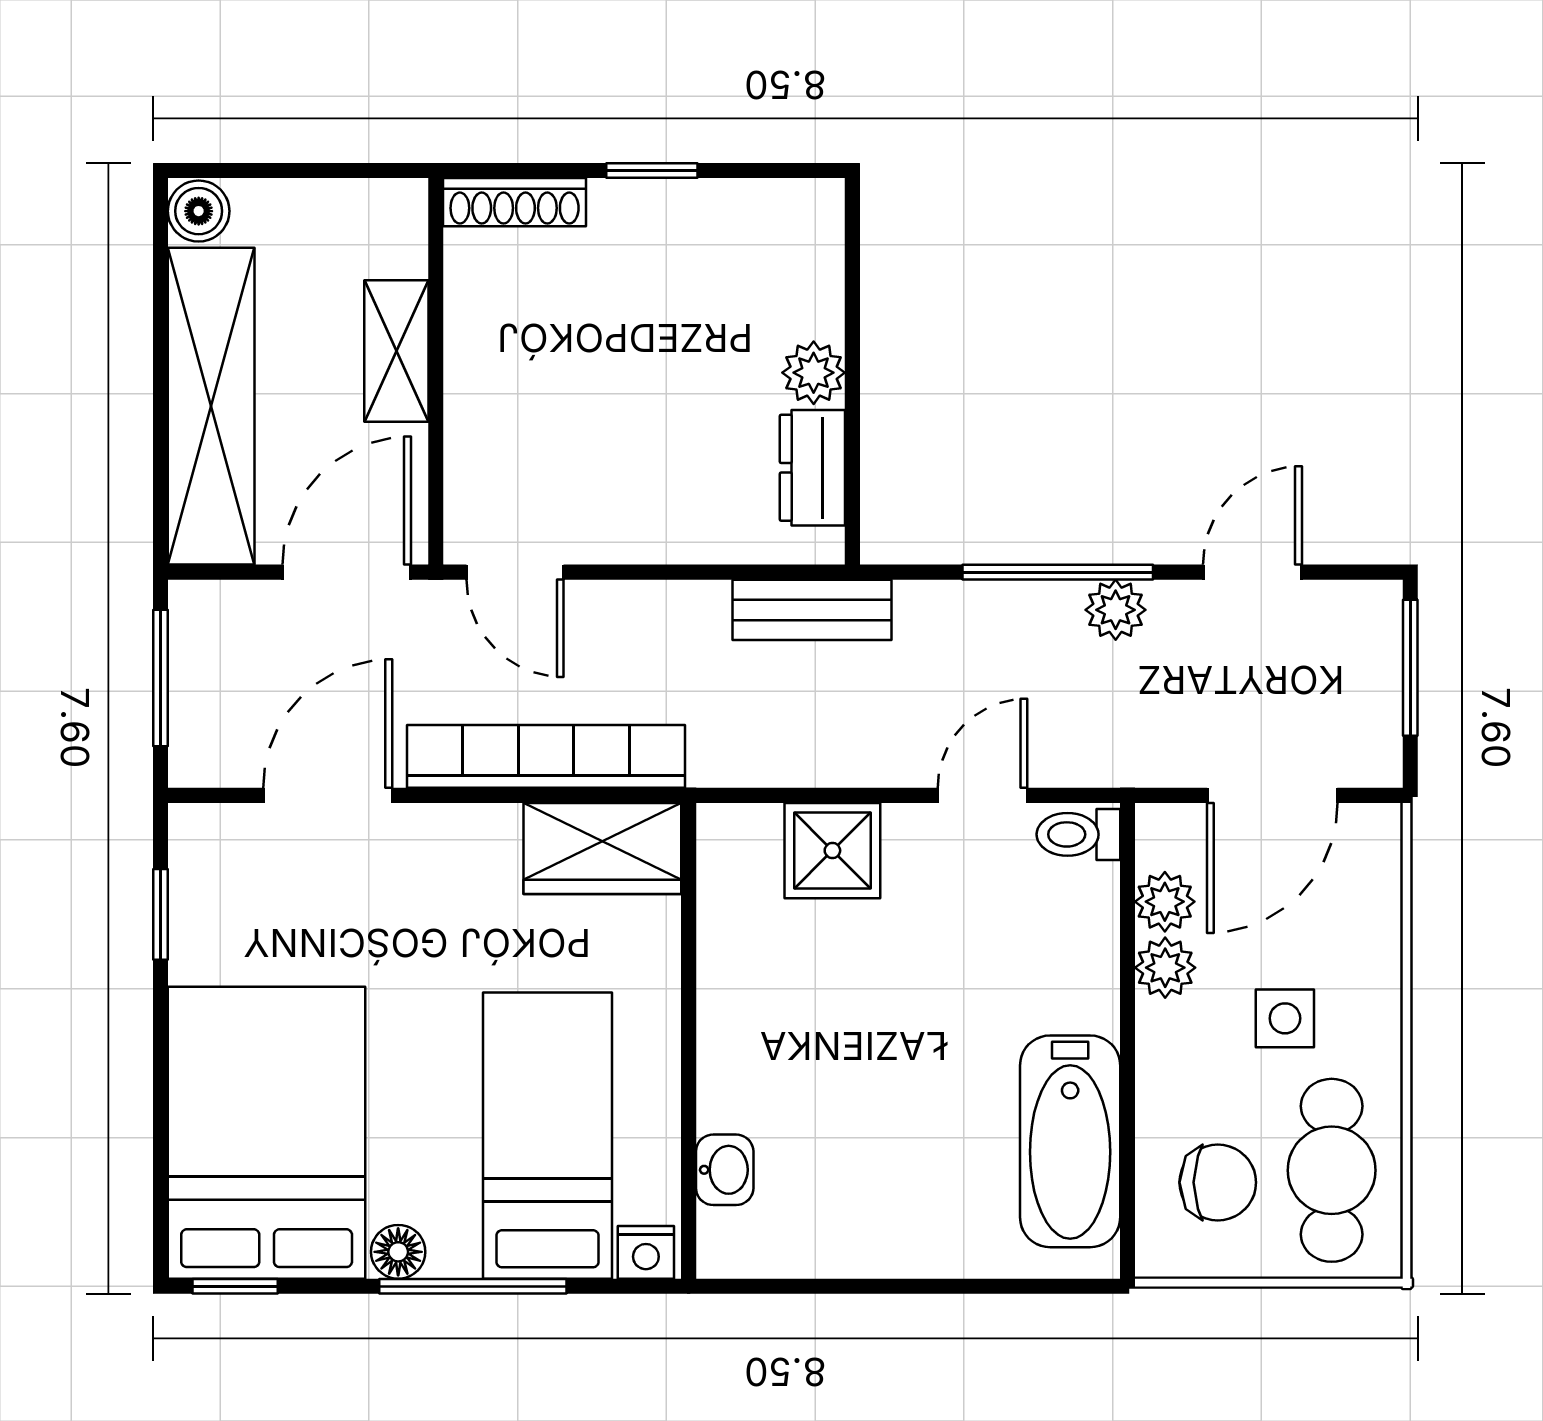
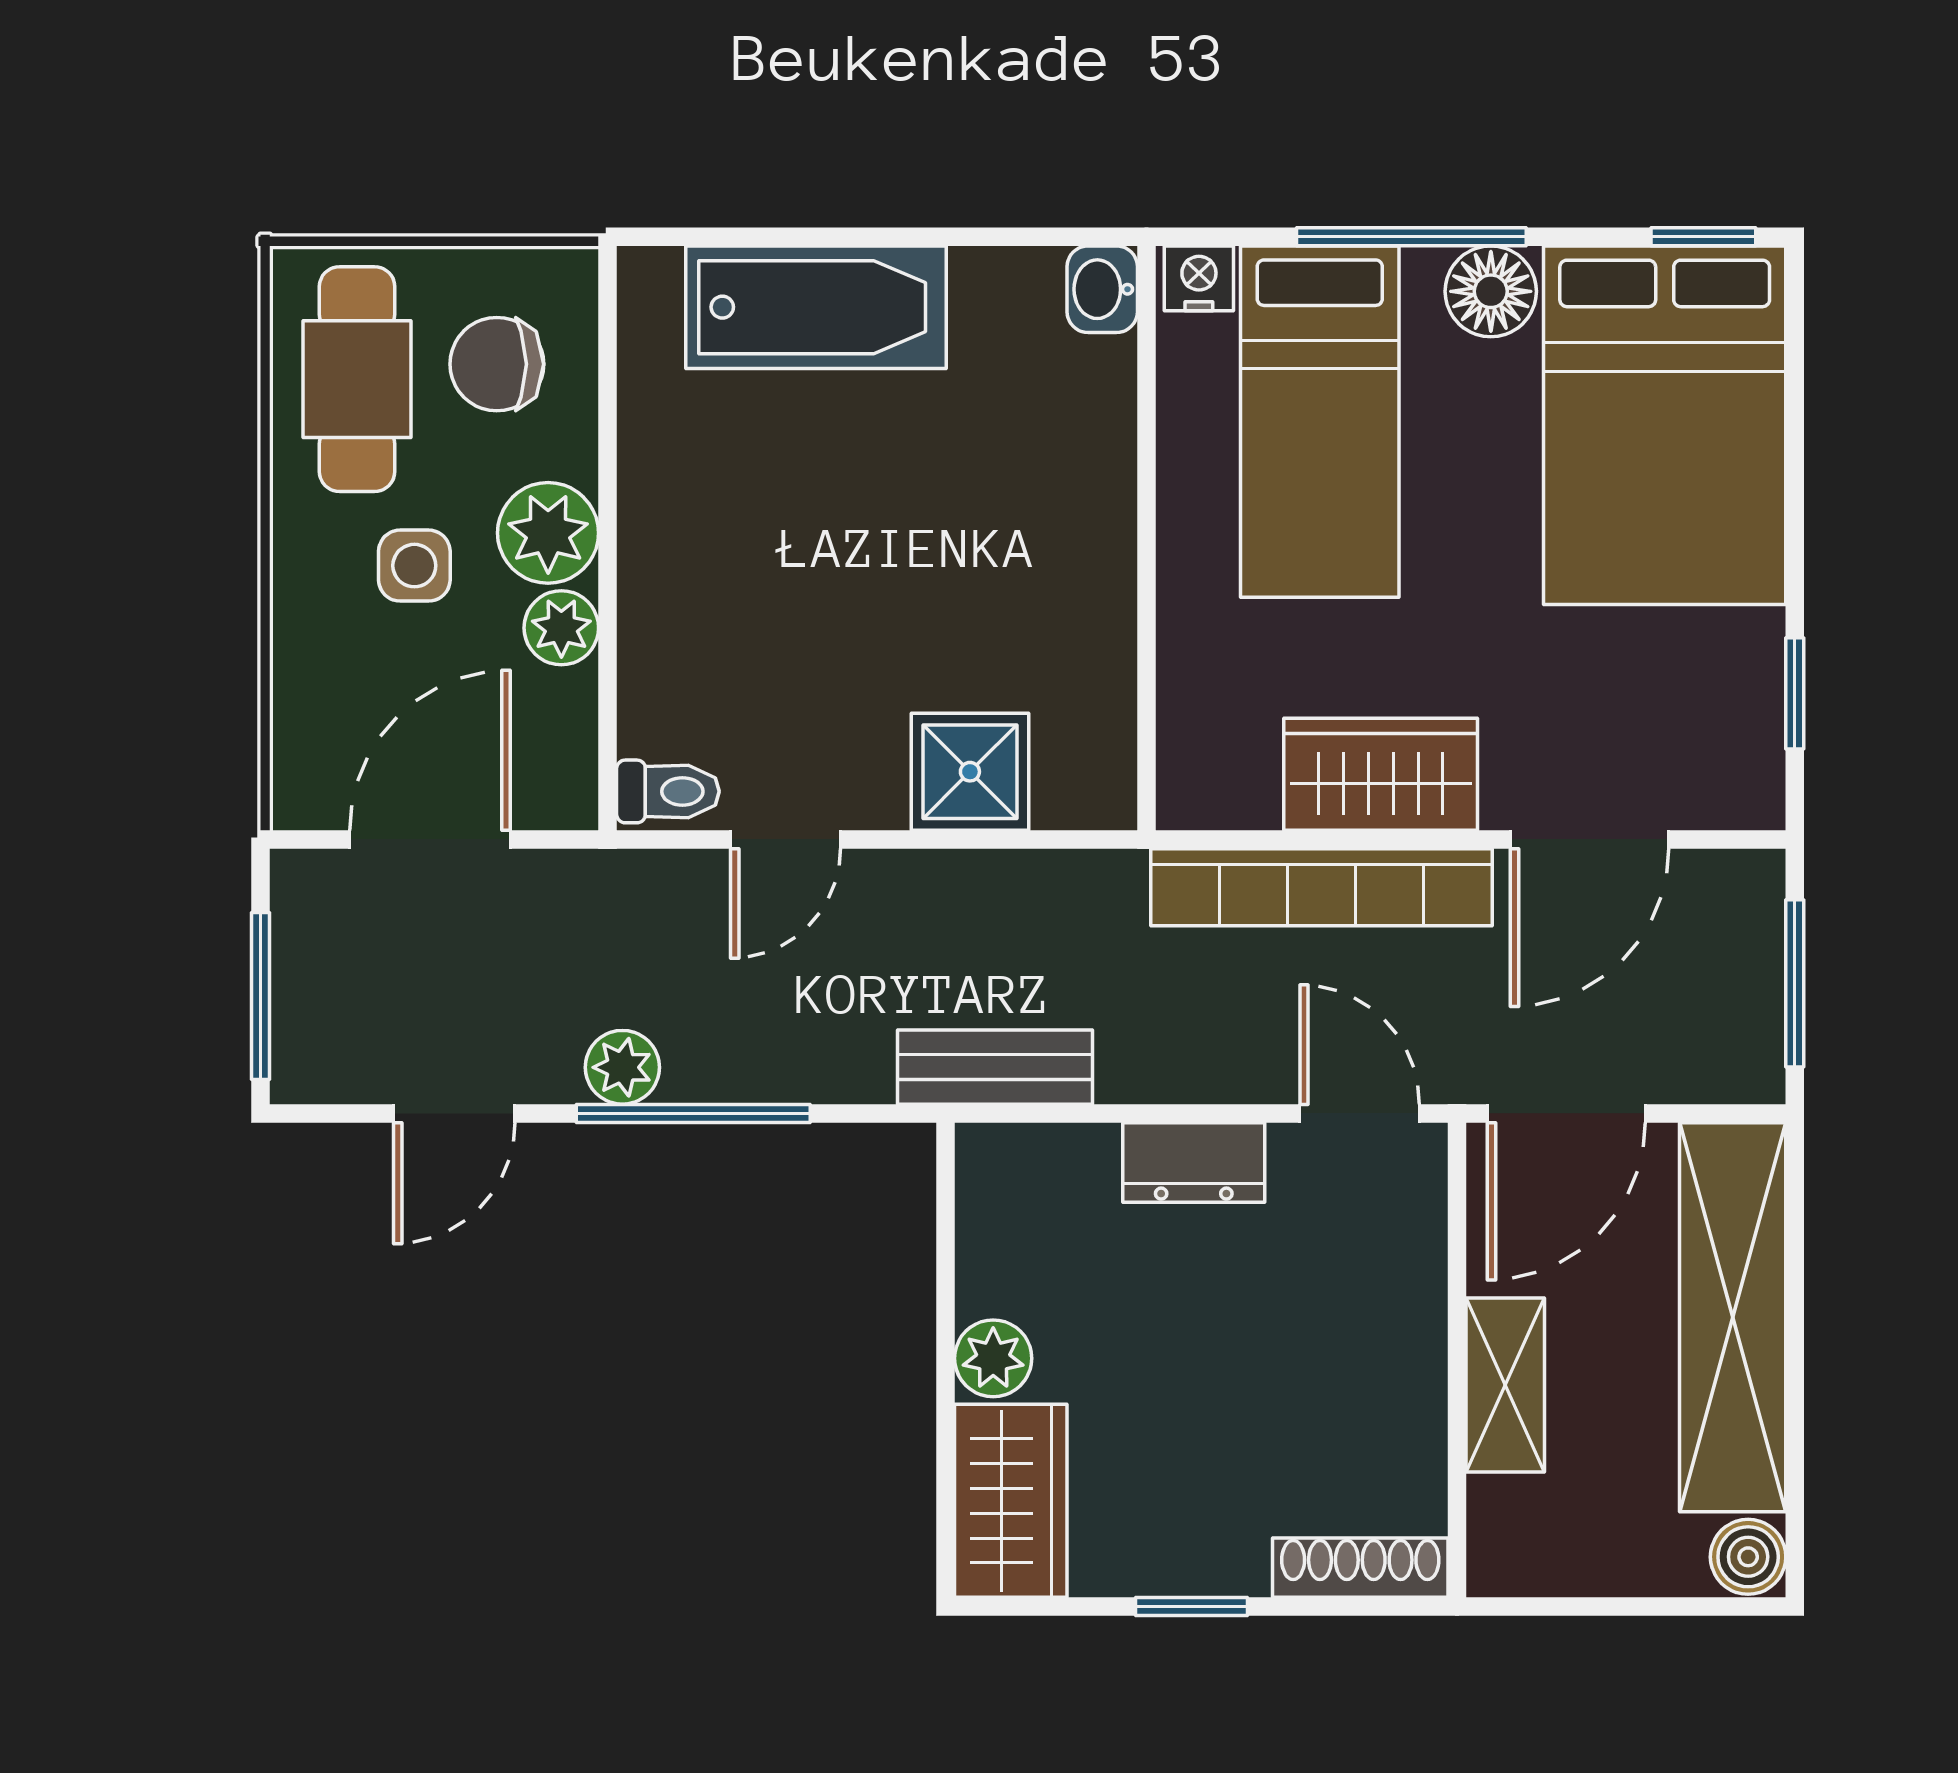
wardrobe: (799, 257) -> (1011, 1501), added
dresser: (812, 468) -> (1194, 1162), moved, turned 90
wardrobe: (602, 849) -> (1381, 774), moved
plant: (1165, 902) -> (548, 533), moved, width x1.38, depth x1.38
bathtub: (1070, 1141) -> (816, 307), moved, turned 90
washbasin: (725, 1170) -> (1102, 289), moved
floor lamp: (398, 1252) -> (1491, 291), width x1.37, depth x1.37

